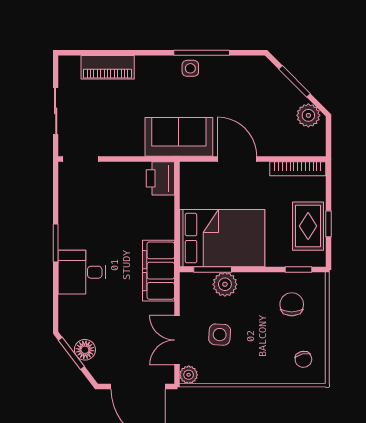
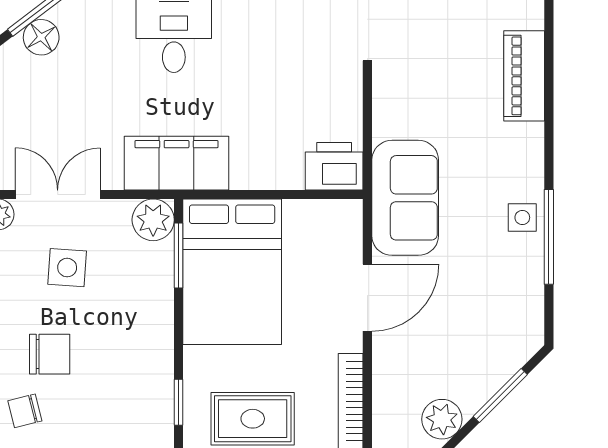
plant: (225, 284) -> (153, 220), moved
chair: (292, 304) -> (50, 354), moved

